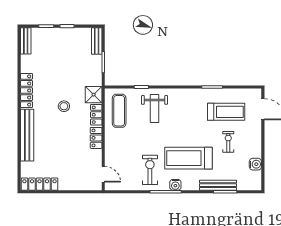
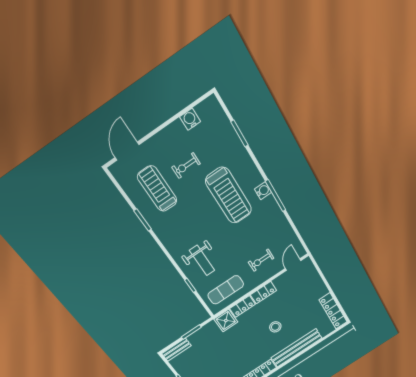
stool: (64, 106) -> (275, 327), moved
weight bench: (155, 108) -> (202, 260), turned 90
exercise bike: (150, 170) -> (261, 260), moved, width x0.73, depth x0.72
bench: (218, 185) -> (237, 146), removed

